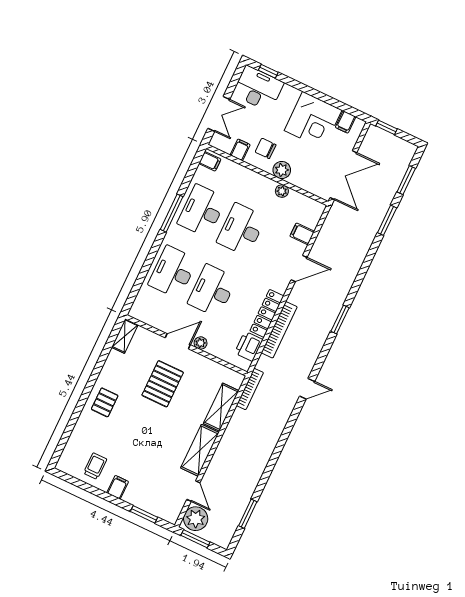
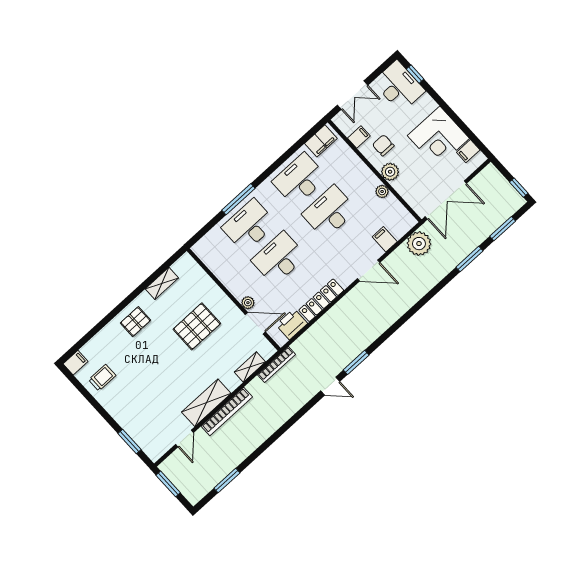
window: (387, 127) -> (519, 188), moved
filing cabinet: (210, 161) -> (321, 141), width x2.00
window: (172, 213) -> (238, 199), moved
window: (340, 320) -> (356, 362), moved
bookcase: (279, 330) -> (227, 412), moved
shelving: (125, 336) -> (162, 283), moved
door: (178, 341) -> (255, 323), moved
shelving: (221, 407) -> (250, 367), width x0.67, depth x0.75
filing cabinet: (118, 487) -> (76, 363), moved
plant: (196, 519) -> (419, 244), moved

